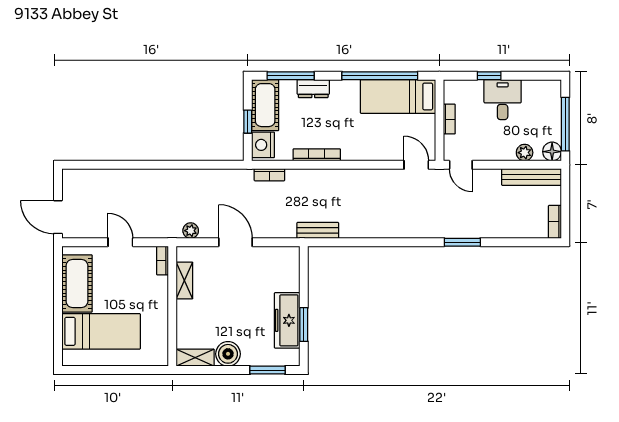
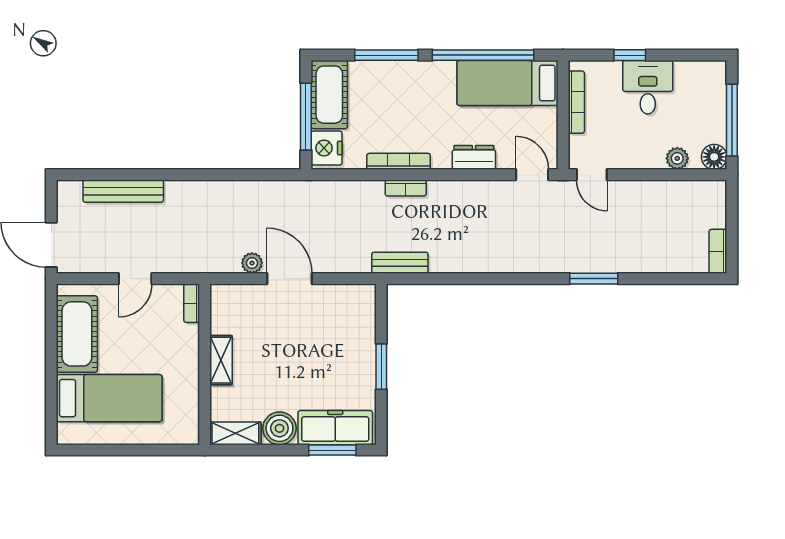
window: (291, 76) -> (386, 55), moved
dresser: (313, 89) -> (474, 157), moved, turned 180
bookcase: (449, 119) -> (576, 102), width x1.56
window: (248, 122) -> (306, 117), width x2.17
bookcase: (269, 175) -> (406, 188), moved
bench: (532, 177) -> (123, 191), moved
plant: (191, 231) -> (252, 263), moved
door: (120, 242) -> (135, 279), swing flipped
shelving: (184, 281) -> (221, 360), moved
freezer: (287, 320) -> (335, 428), moved, turned 90
window: (304, 325) -> (381, 367), moved

